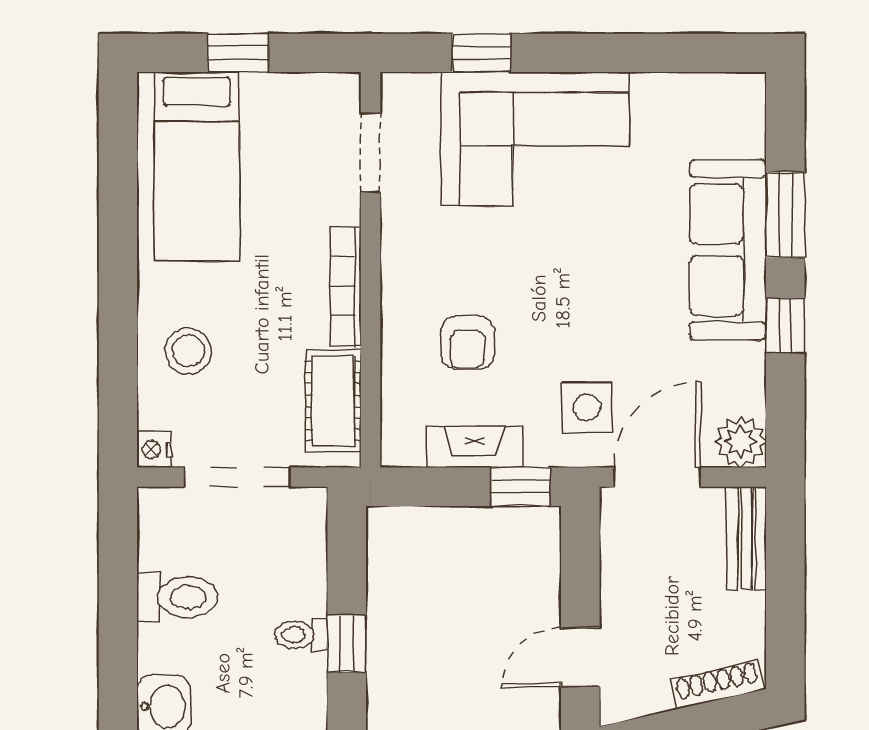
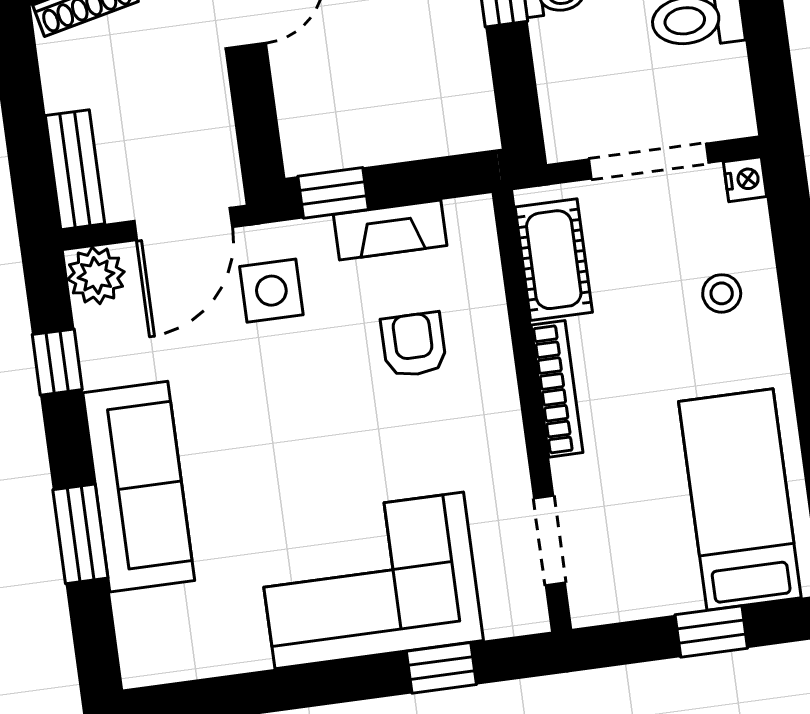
window: (785, 326) -> (57, 362), moved
stool: (188, 351) -> (722, 293), width x0.73, depth x0.73

